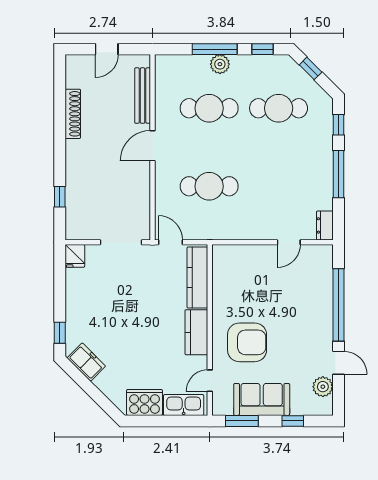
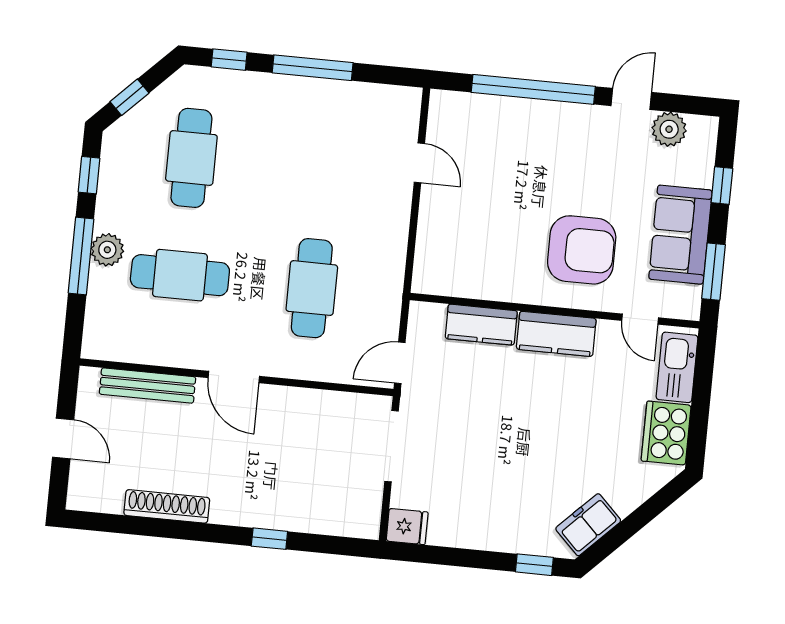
cafe table: (209, 108) -> (180, 275), turned 90
window: (60, 197) -> (269, 539), moved
dresser: (325, 225) -> (397, 99), removed
kitchen counter: (197, 278) -> (481, 325), width x0.67
armchair: (247, 342) -> (582, 250), turned 90

